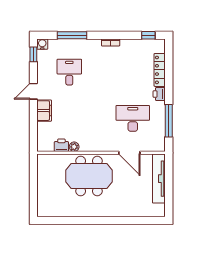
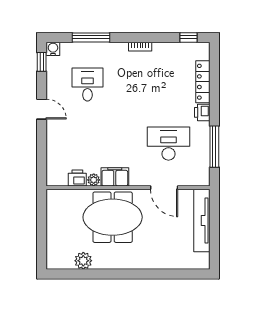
door: (33, 91) -> (42, 109), swing flipped
filing cabinet: (44, 111) -> (115, 177), moved, turned -90
plant: (66, 210) -> (83, 261), added

